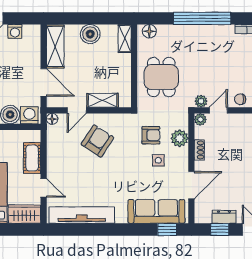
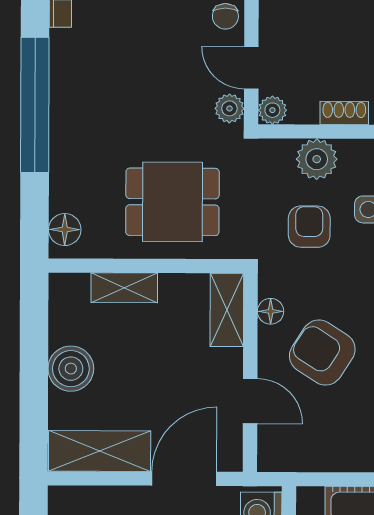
shelving: (125, 39) -> (124, 288), moved
shelving: (103, 100) -> (227, 310), moved
floor lamp: (52, 119) -> (271, 311), moved

